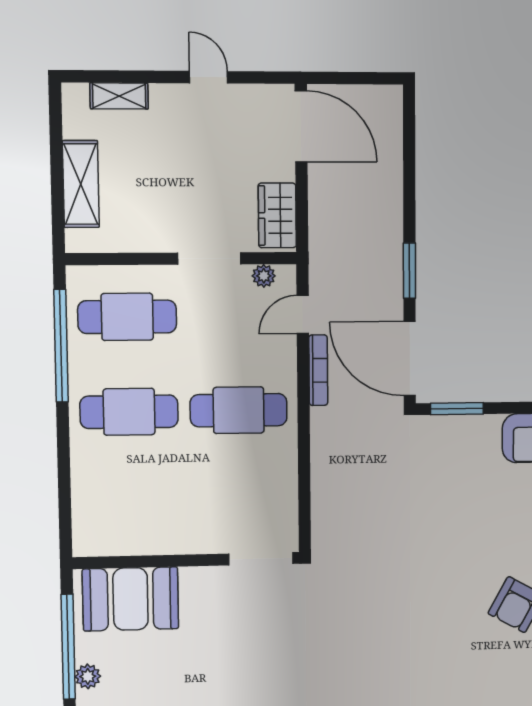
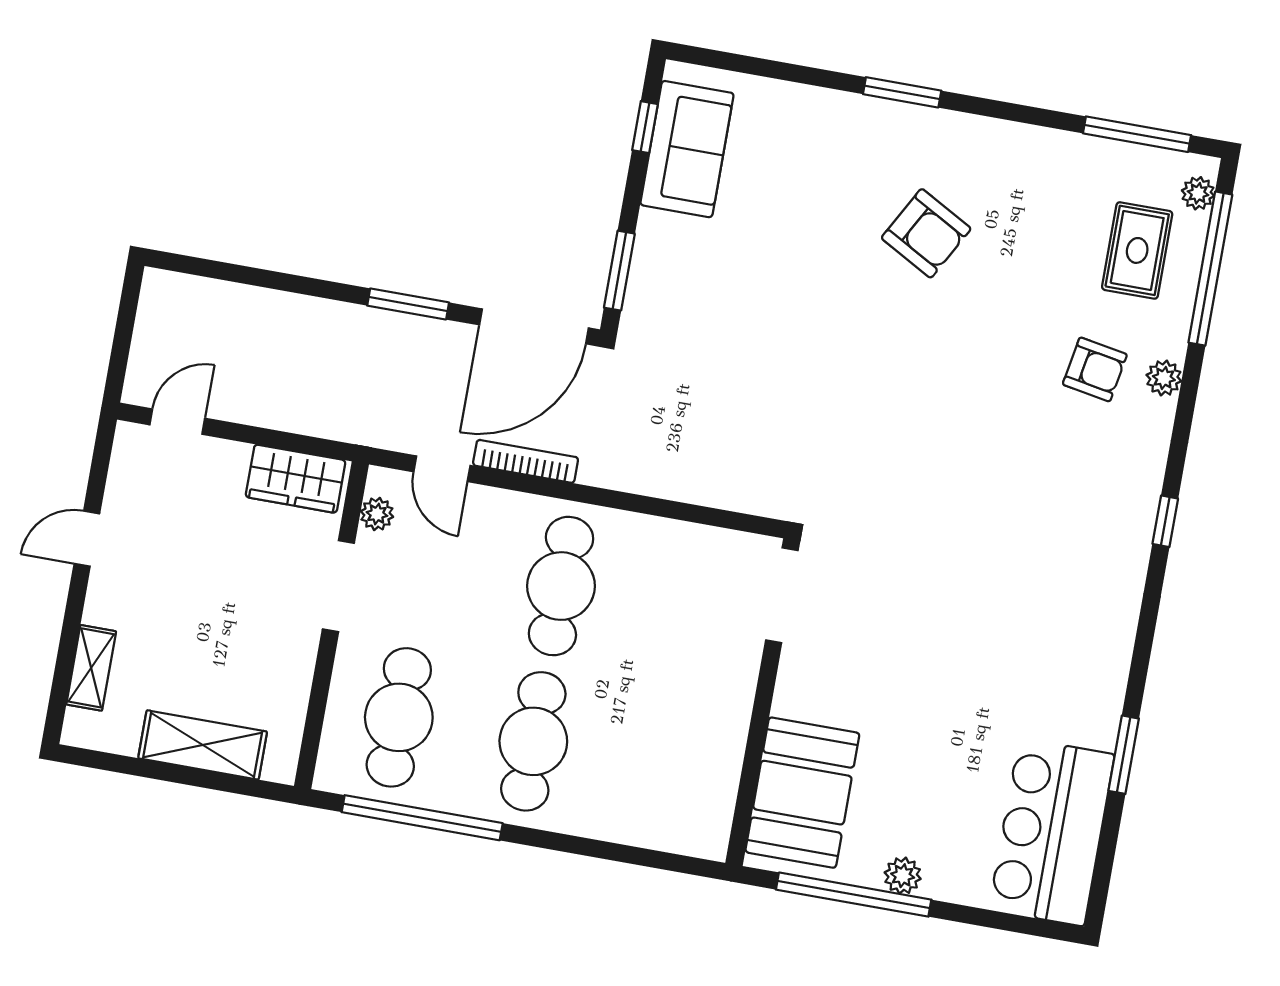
door: (301, 126) -> (177, 422), width x0.53

